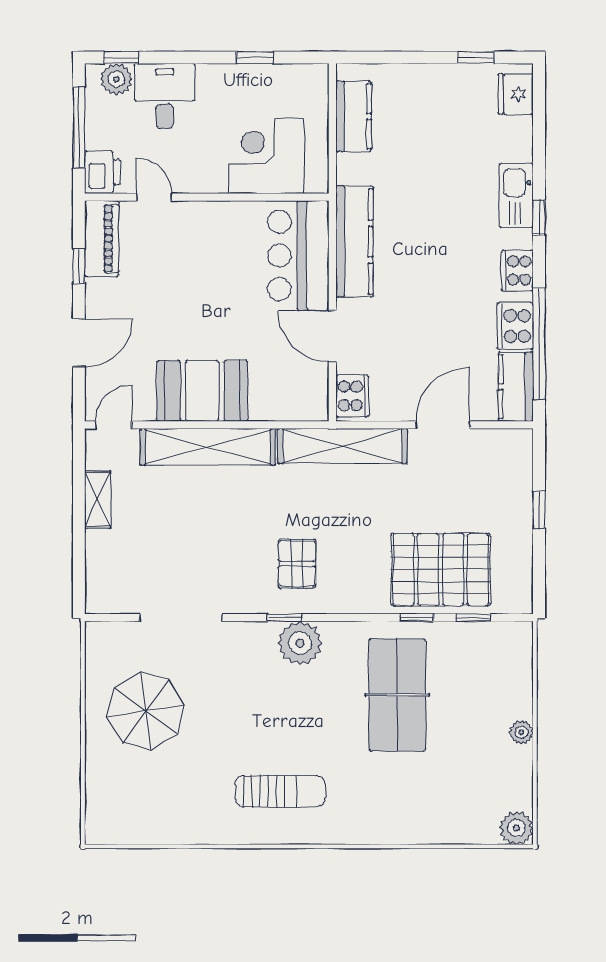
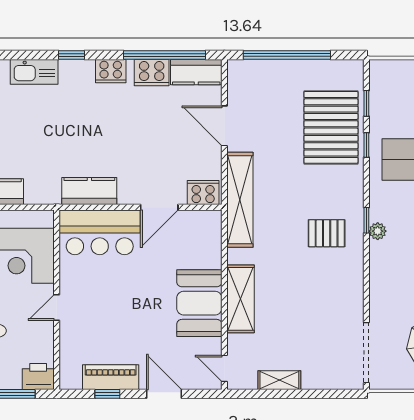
kitchen sink: (516, 196) -> (34, 72), moved
door: (154, 197) -> (57, 308), moved
piano: (102, 239) -> (111, 377), moved
kitchen counter: (354, 241) -> (89, 191), width x0.67
shelving: (208, 447) -> (241, 299), width x0.68
window: (539, 510) -> (287, 55), width x3.17
doorway: (181, 618) -> (366, 353), moved
window: (285, 618) -> (366, 220), moved
plant: (300, 643) -> (378, 231), width x0.53, depth x0.53

